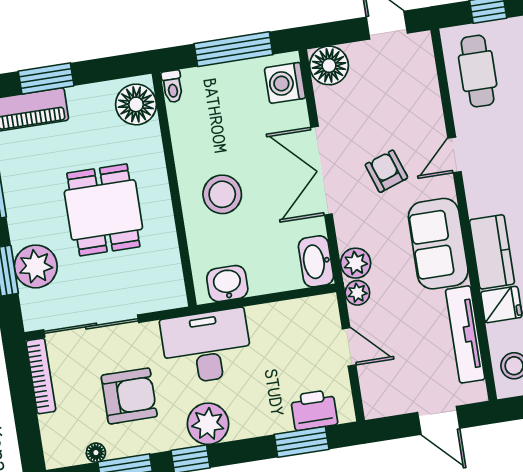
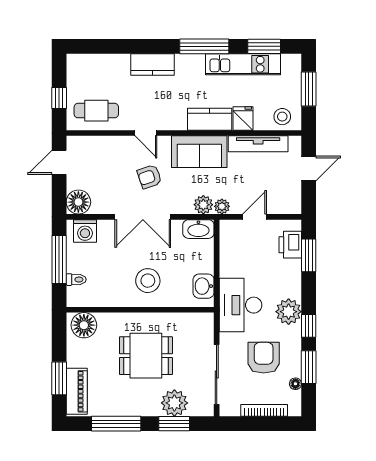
toilet: (172, 86) -> (76, 280), moved
bookcase: (41, 376) -> (264, 410), moved

